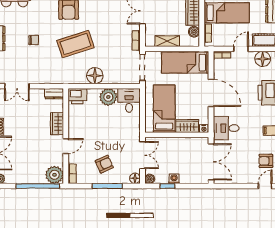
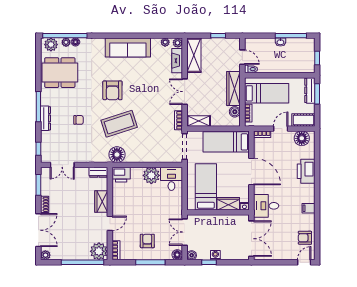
shelving: (167, 41) -> (199, 121), moved
floor lamp: (95, 76) -> (117, 155), moved
double door: (142, 155) -> (185, 232), swing flipped
armchair: (104, 164) -> (147, 241), turned -66

